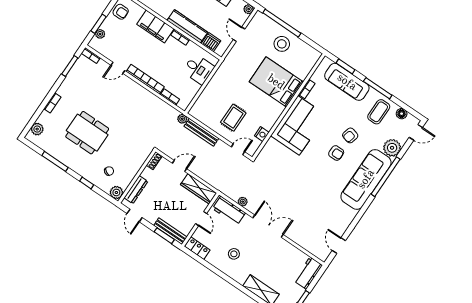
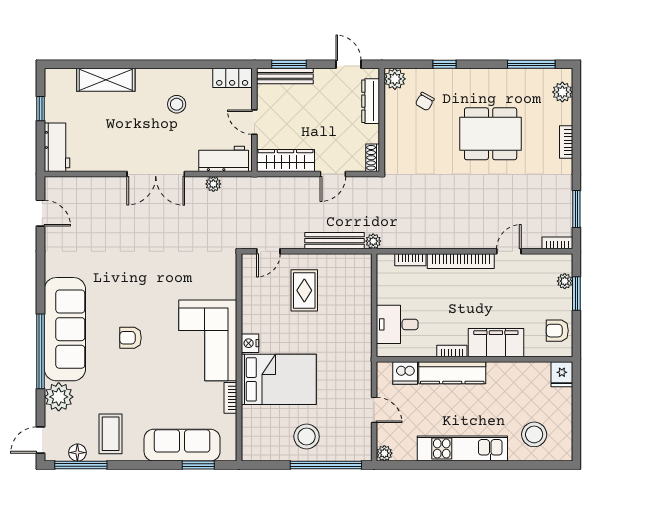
window: (378, 88) -> (81, 465), moved
nightstand: (262, 134) -> (250, 343), moved
armchair: (350, 135) -> (128, 375), removed
window: (55, 161) -> (531, 64), moved

